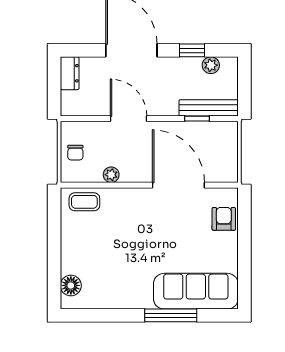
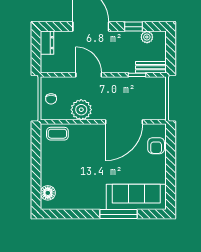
bench: (209, 108) -> (151, 67), width x0.73
plant: (111, 175) -> (81, 110), width x1.88, depth x1.88
door: (178, 185) -> (124, 122), swing flipped
armchair: (224, 219) -> (156, 146), turned 180

